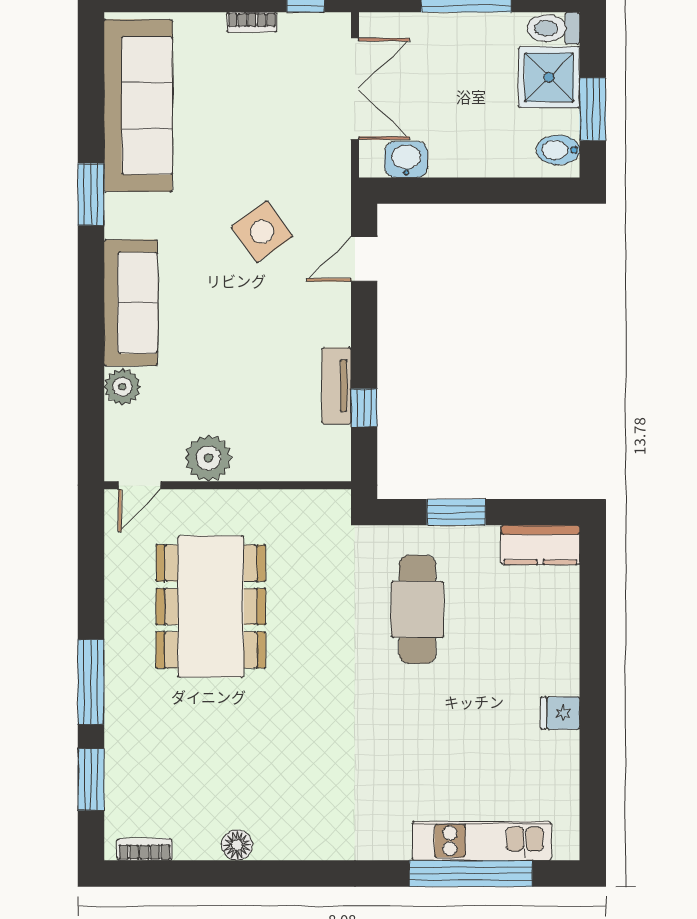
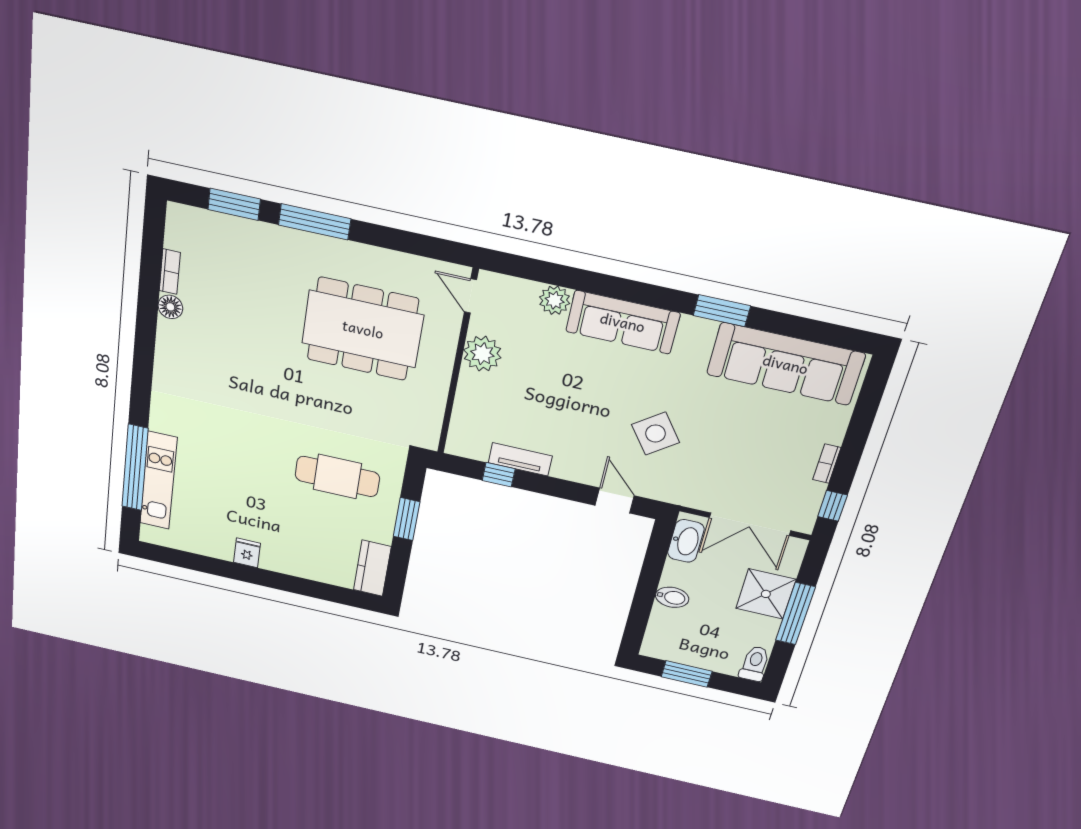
shower: (549, 77) -> (766, 594), moved
bidet: (558, 150) -> (672, 597), moved, turned 90
washbasin: (406, 159) -> (686, 541), width x1.38
bookcase: (145, 849) -> (170, 272), moved

